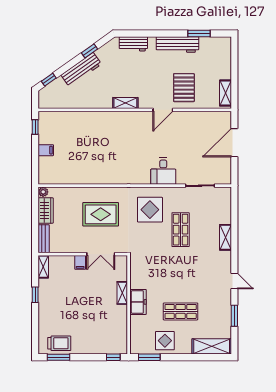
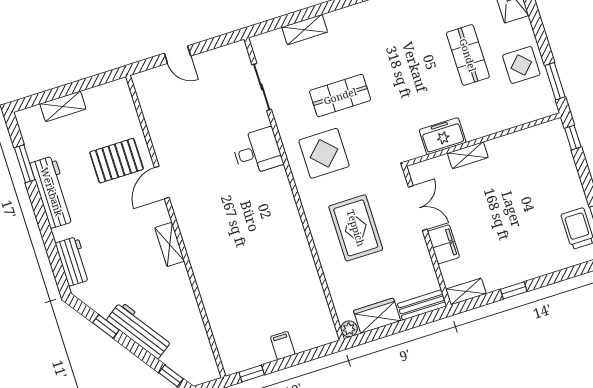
shelving: (225, 93) -> (63, 106), moved
door: (163, 110) -> (162, 183), swing flipped
door: (234, 143) -> (177, 55), width x0.53
shelving: (225, 237) -> (305, 30), moved
filing cabinet: (80, 262) -> (443, 244), width x2.00
freezer: (138, 302) -> (443, 136), moved

